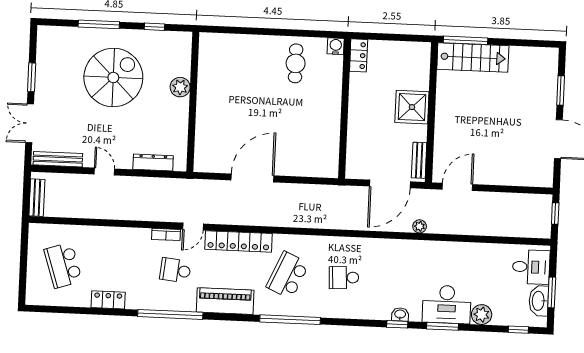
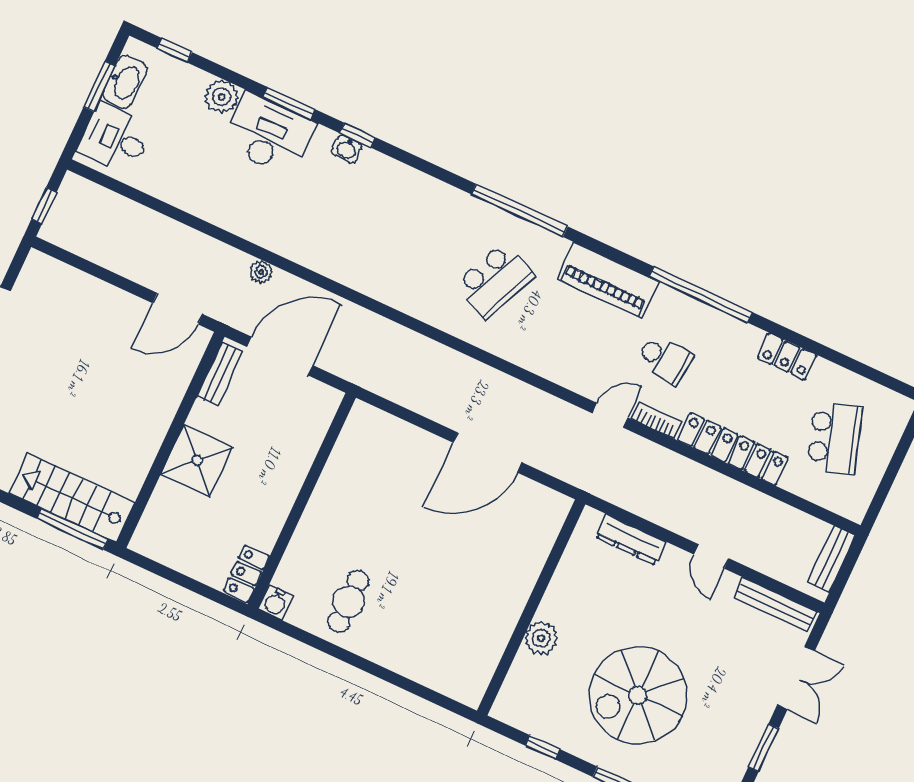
locker: (238, 241) -> (733, 449), moved
school desk: (344, 278) -> (410, 241), removed

